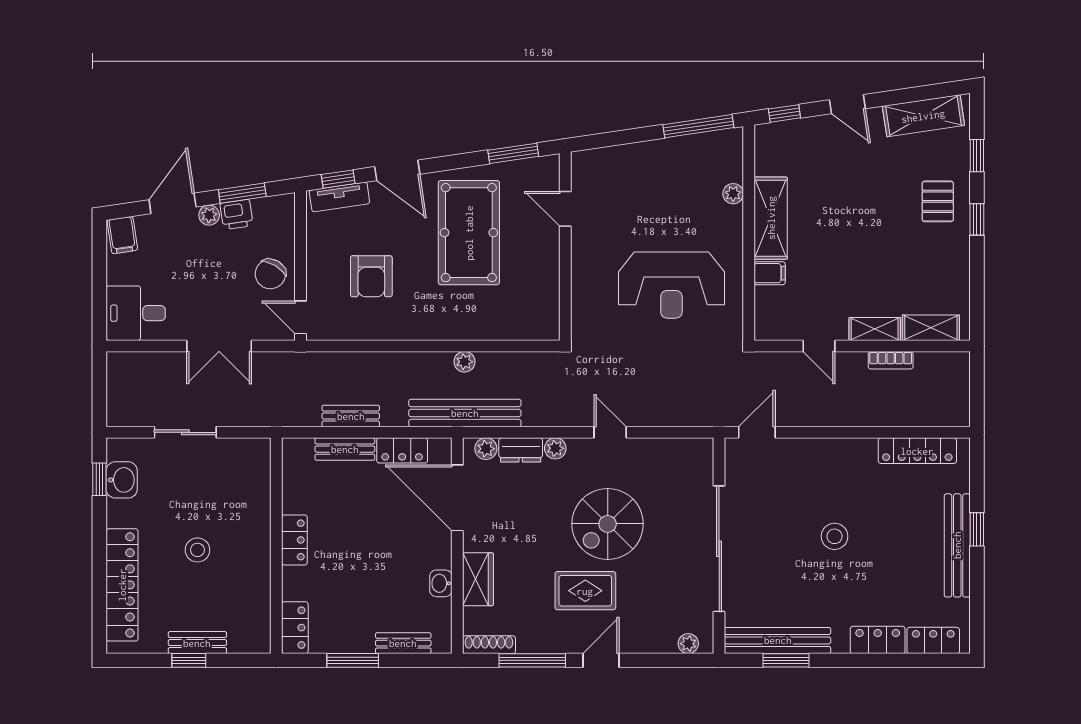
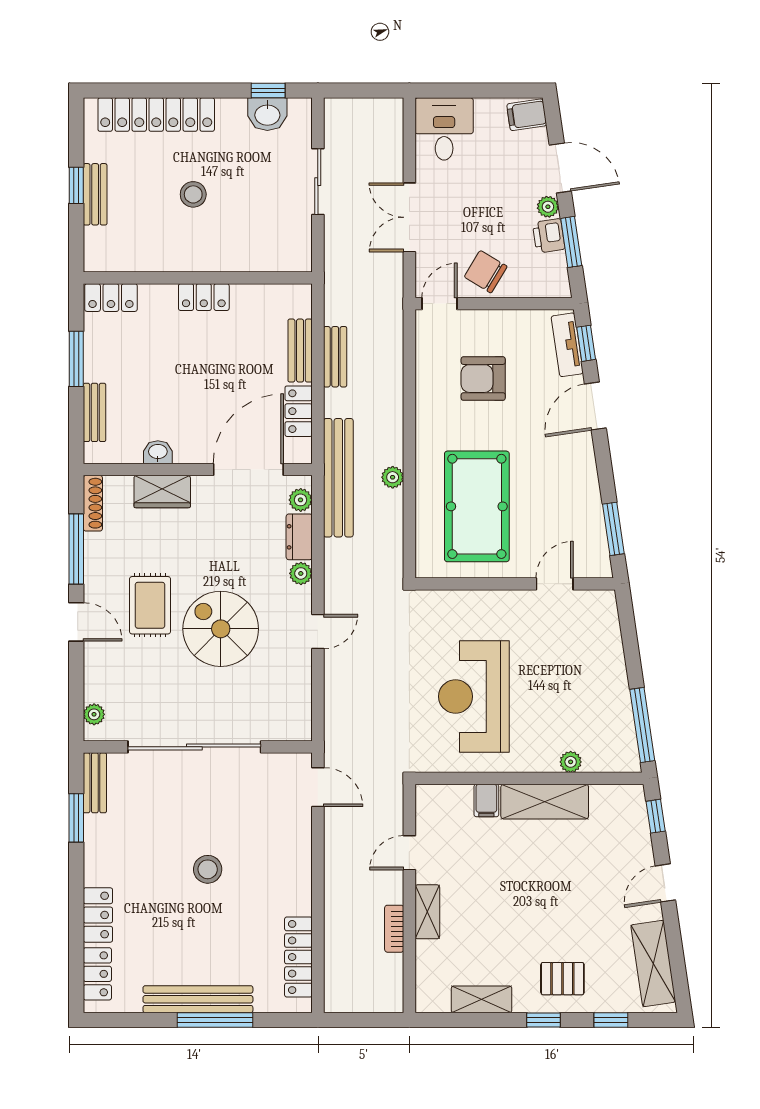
pool table: (469, 233) -> (477, 506), moved, turned 90
shelving: (931, 328) -> (482, 999), moved, turned 90
window: (977, 529) -> (215, 1020), width x2.17
bench: (778, 640) -> (95, 783), width x0.54, depth x0.82

